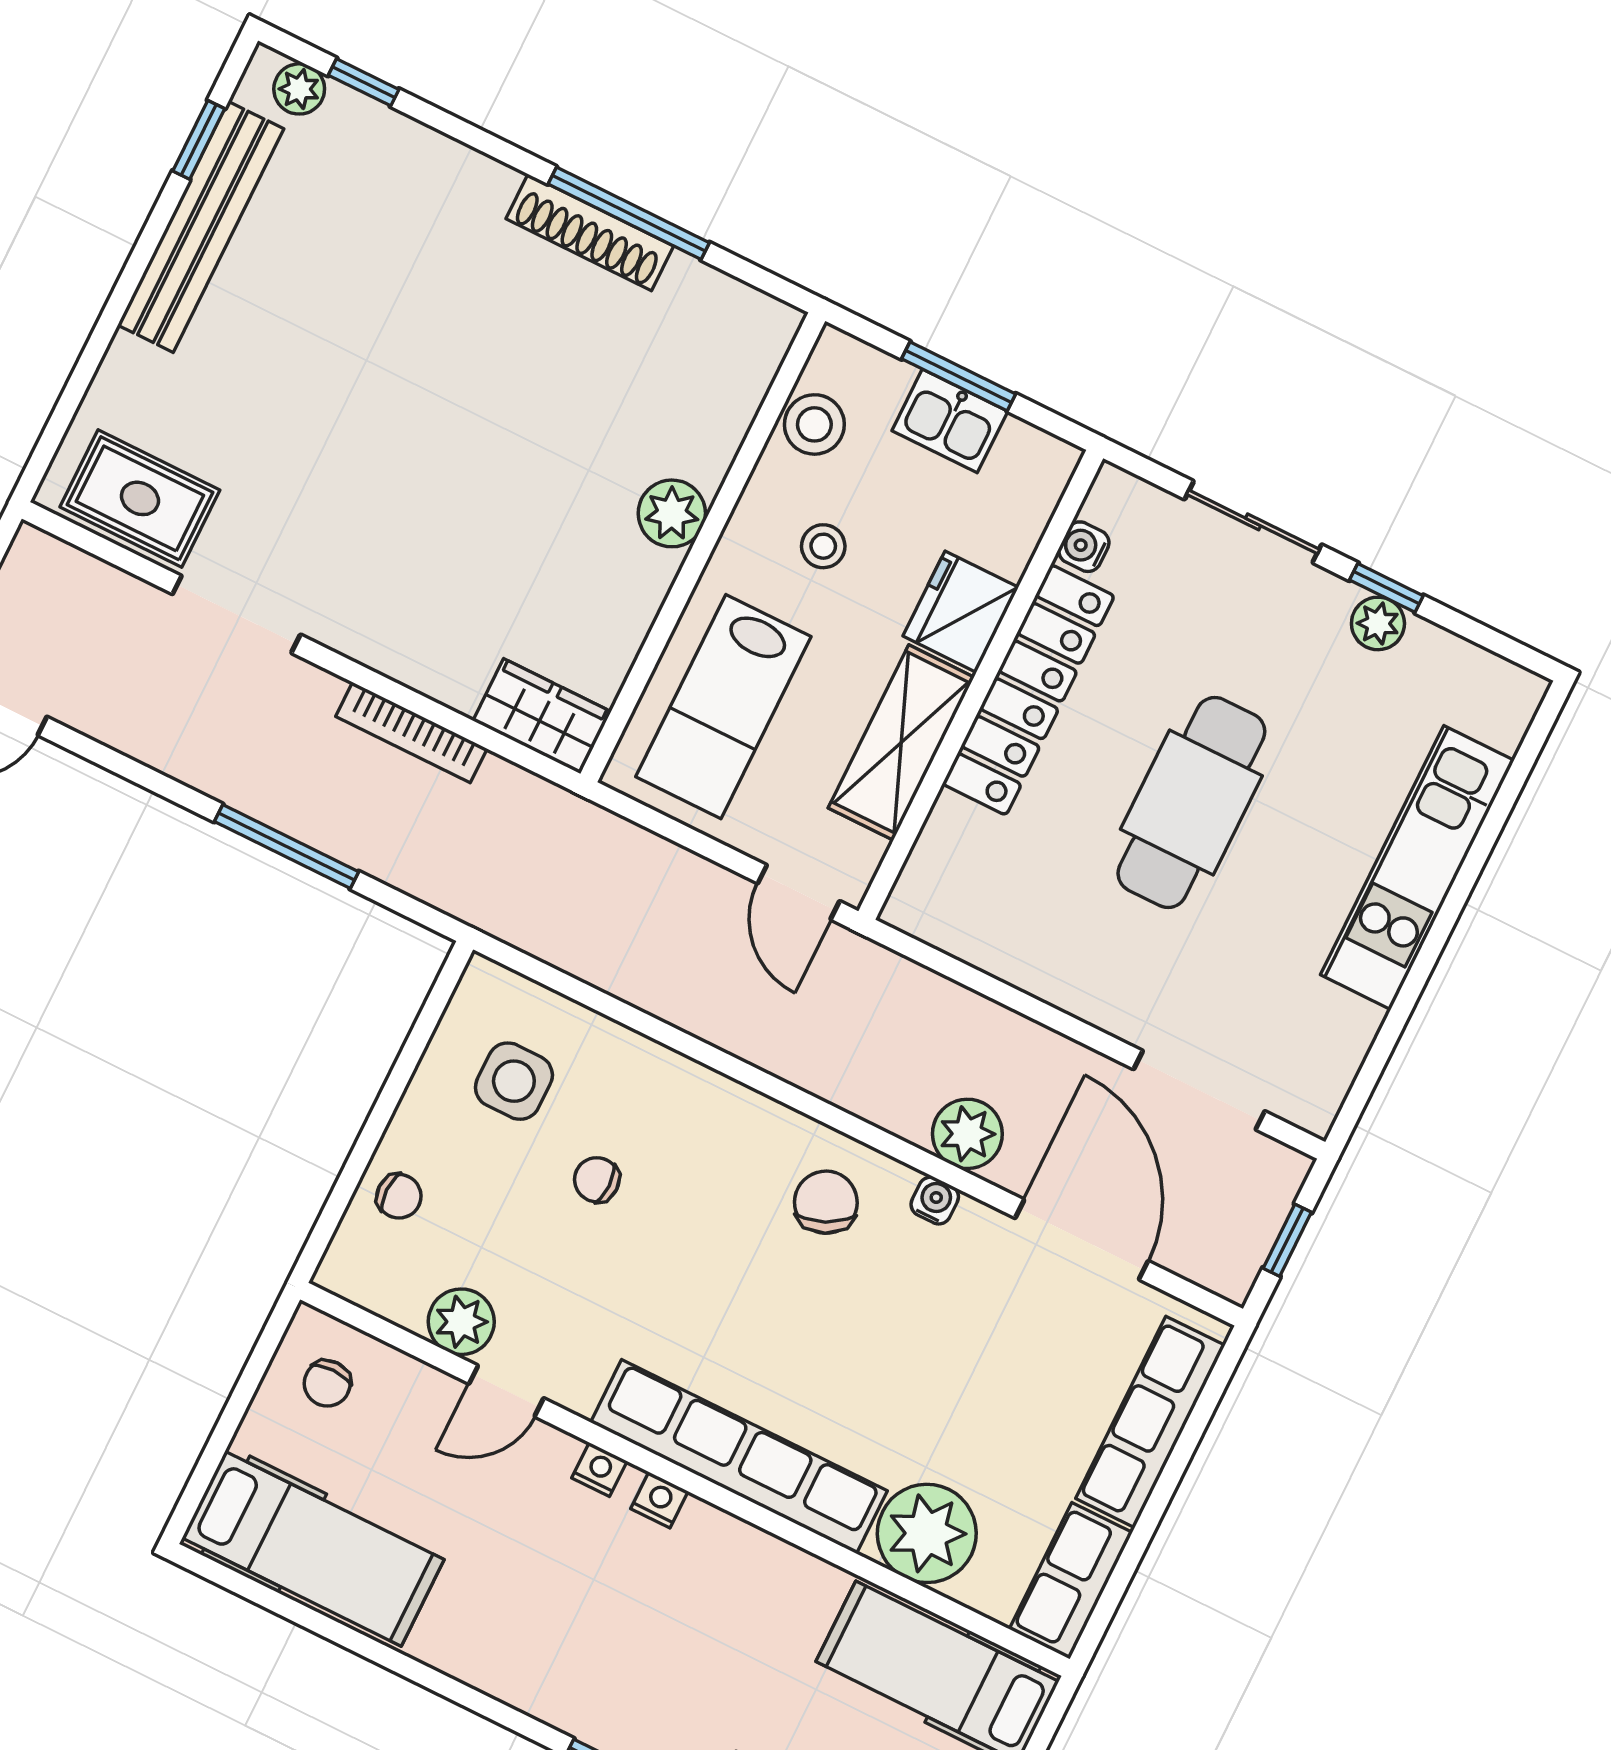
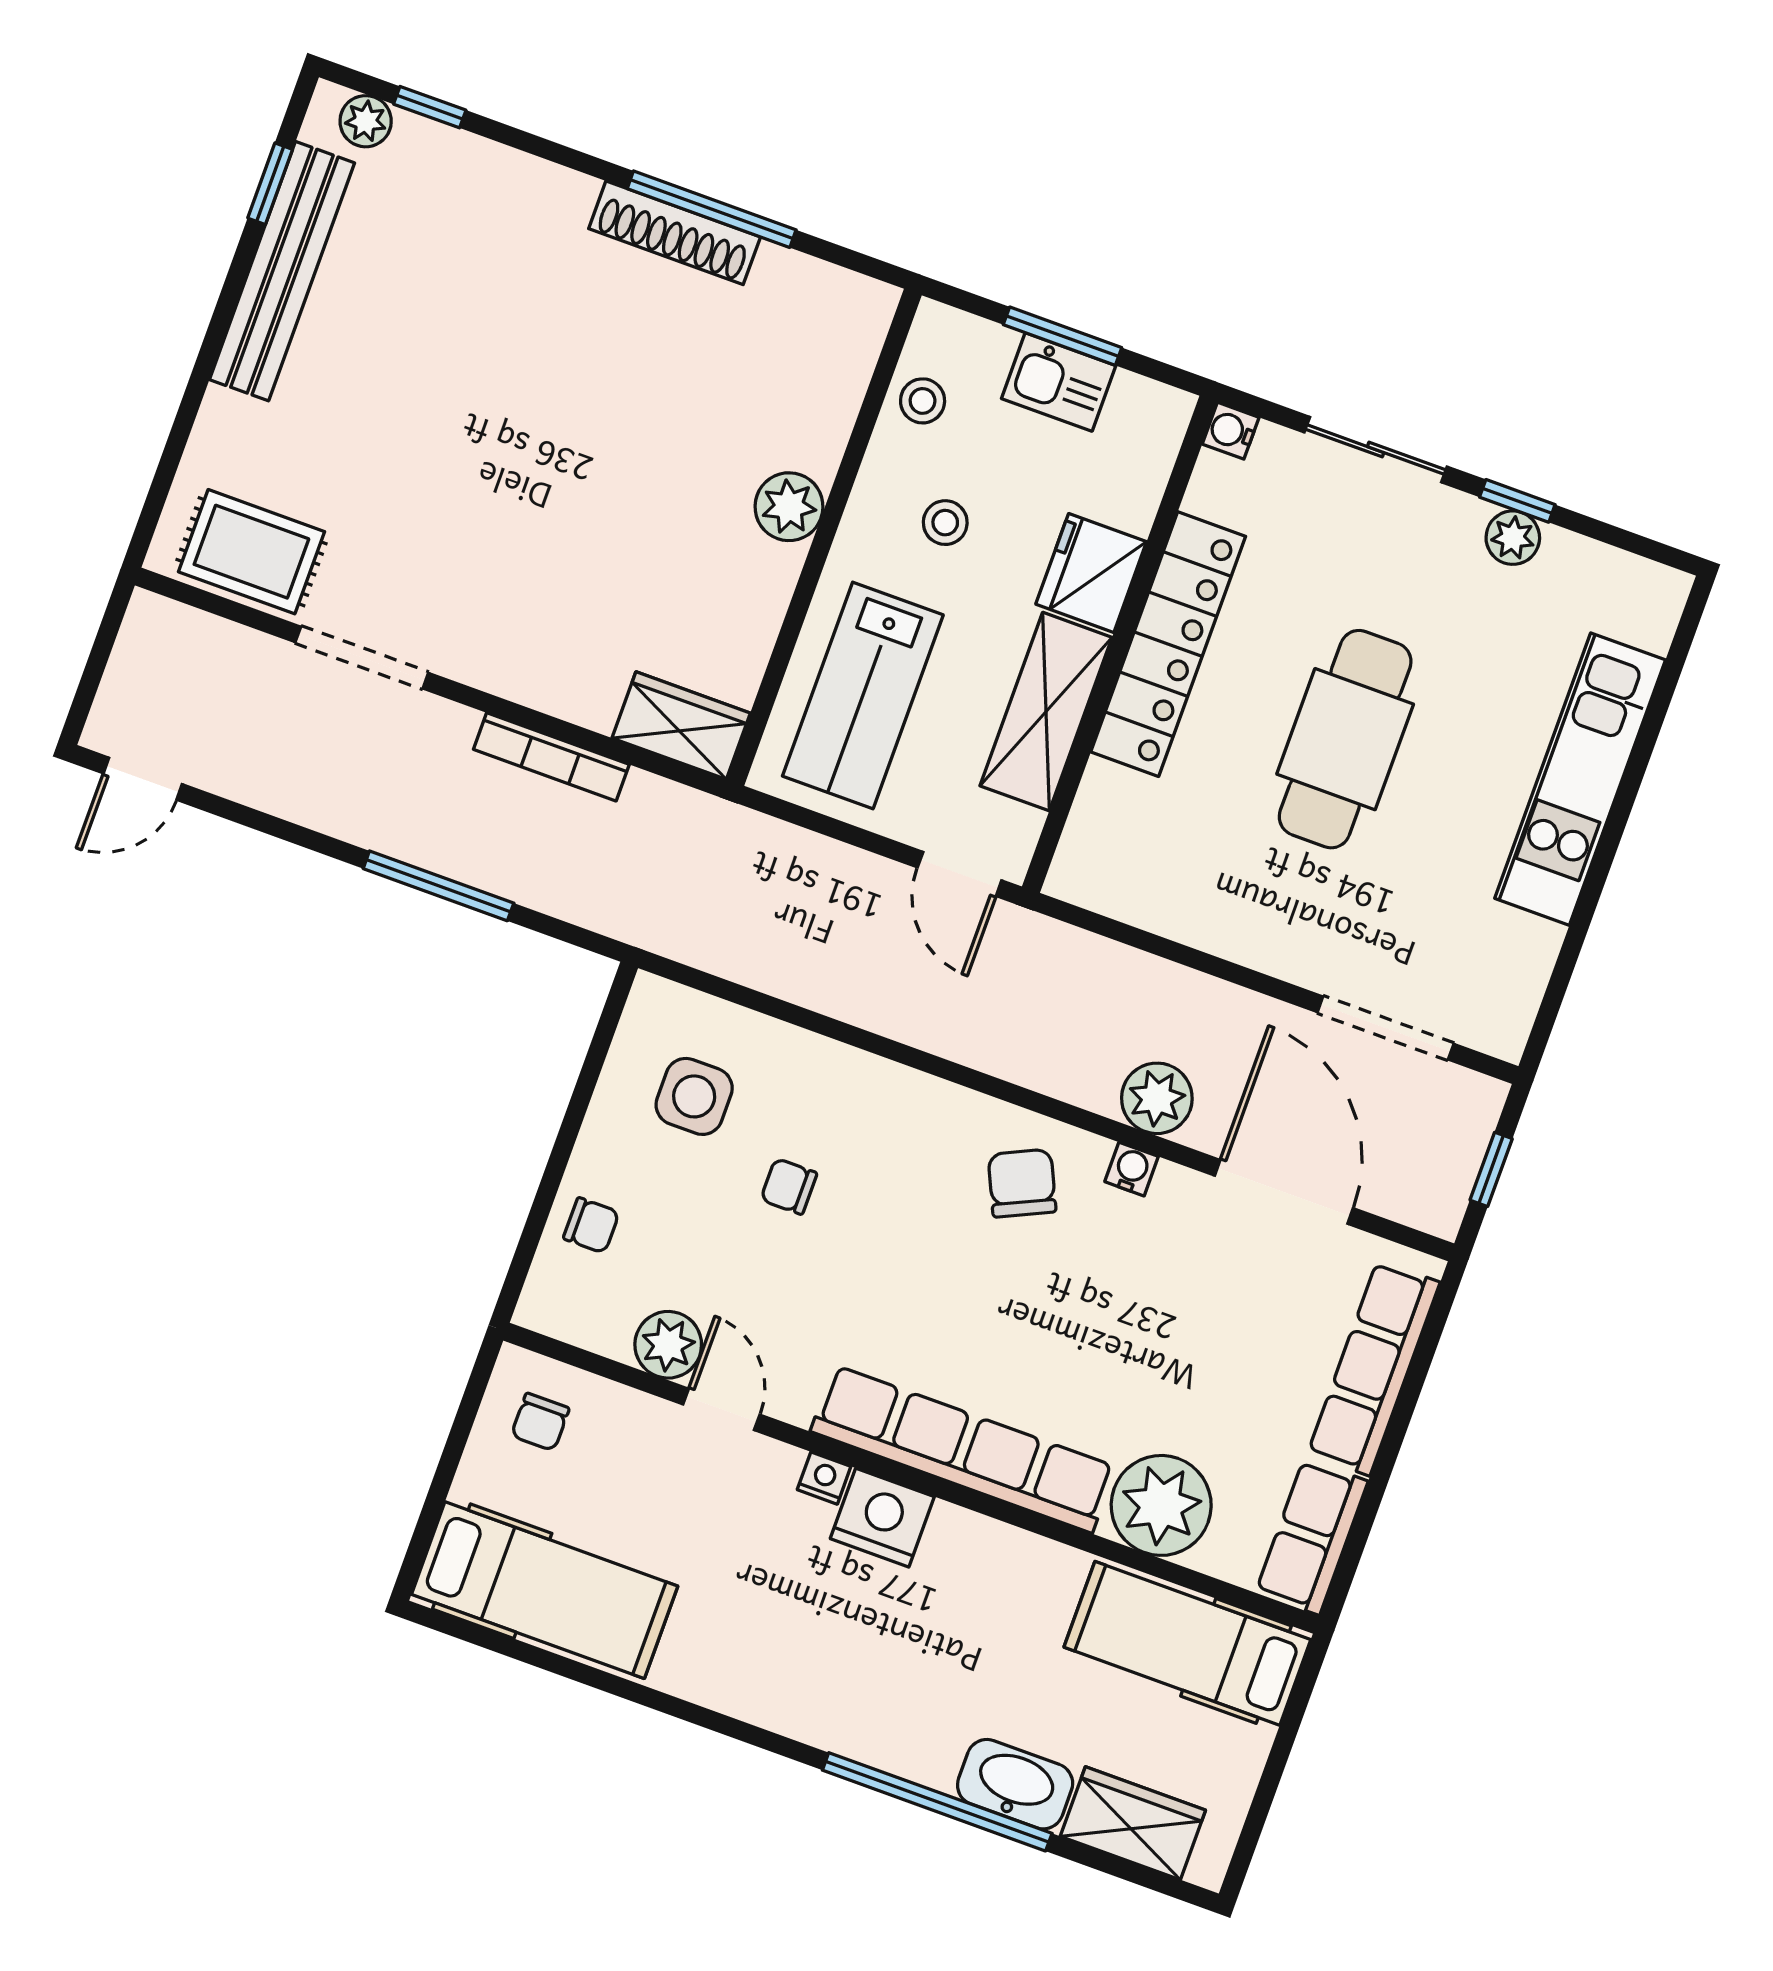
stool: (814, 424) -> (923, 401), width x0.73, depth x0.73
water cooler: (1084, 547) -> (1231, 431), moved
door: (506, 1391) -> (721, 1409), swing flipped
nightstand: (659, 1500) -> (882, 1518), width x1.89, depth x1.79

